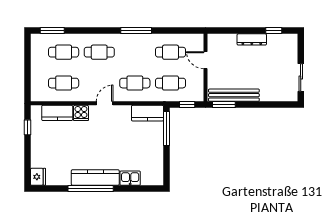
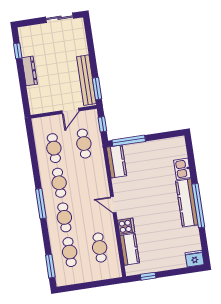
window: (136, 31) -> (41, 204), moved
door: (205, 60) -> (70, 111), moved
cafe table: (135, 83) -> (59, 183), moved

